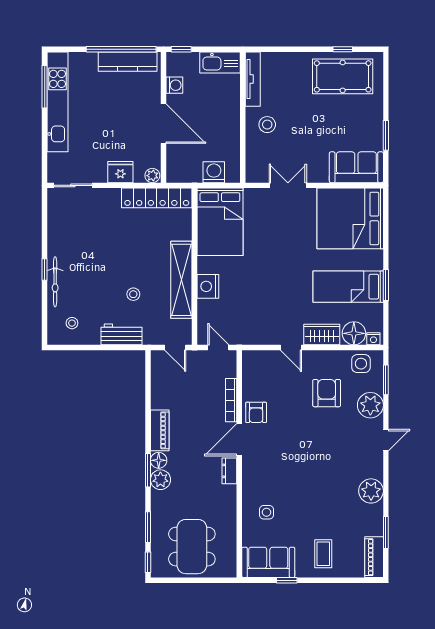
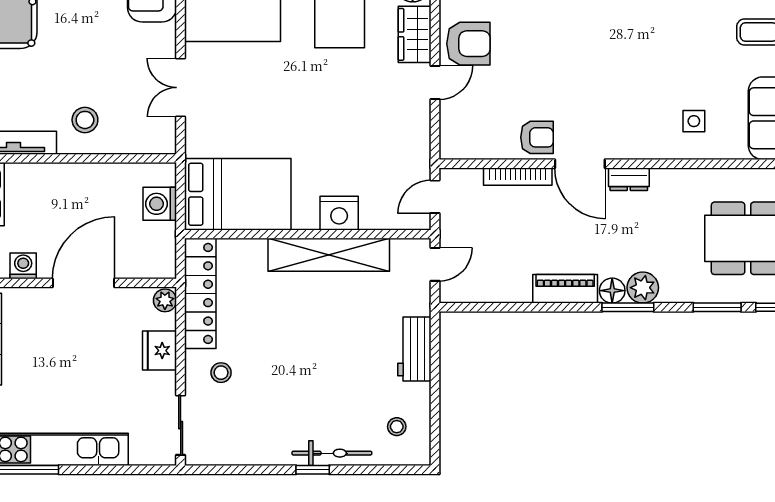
stool: (133, 294) -> (221, 373), moved
armchair: (327, 393) -> (468, 44), moved, turned 180

